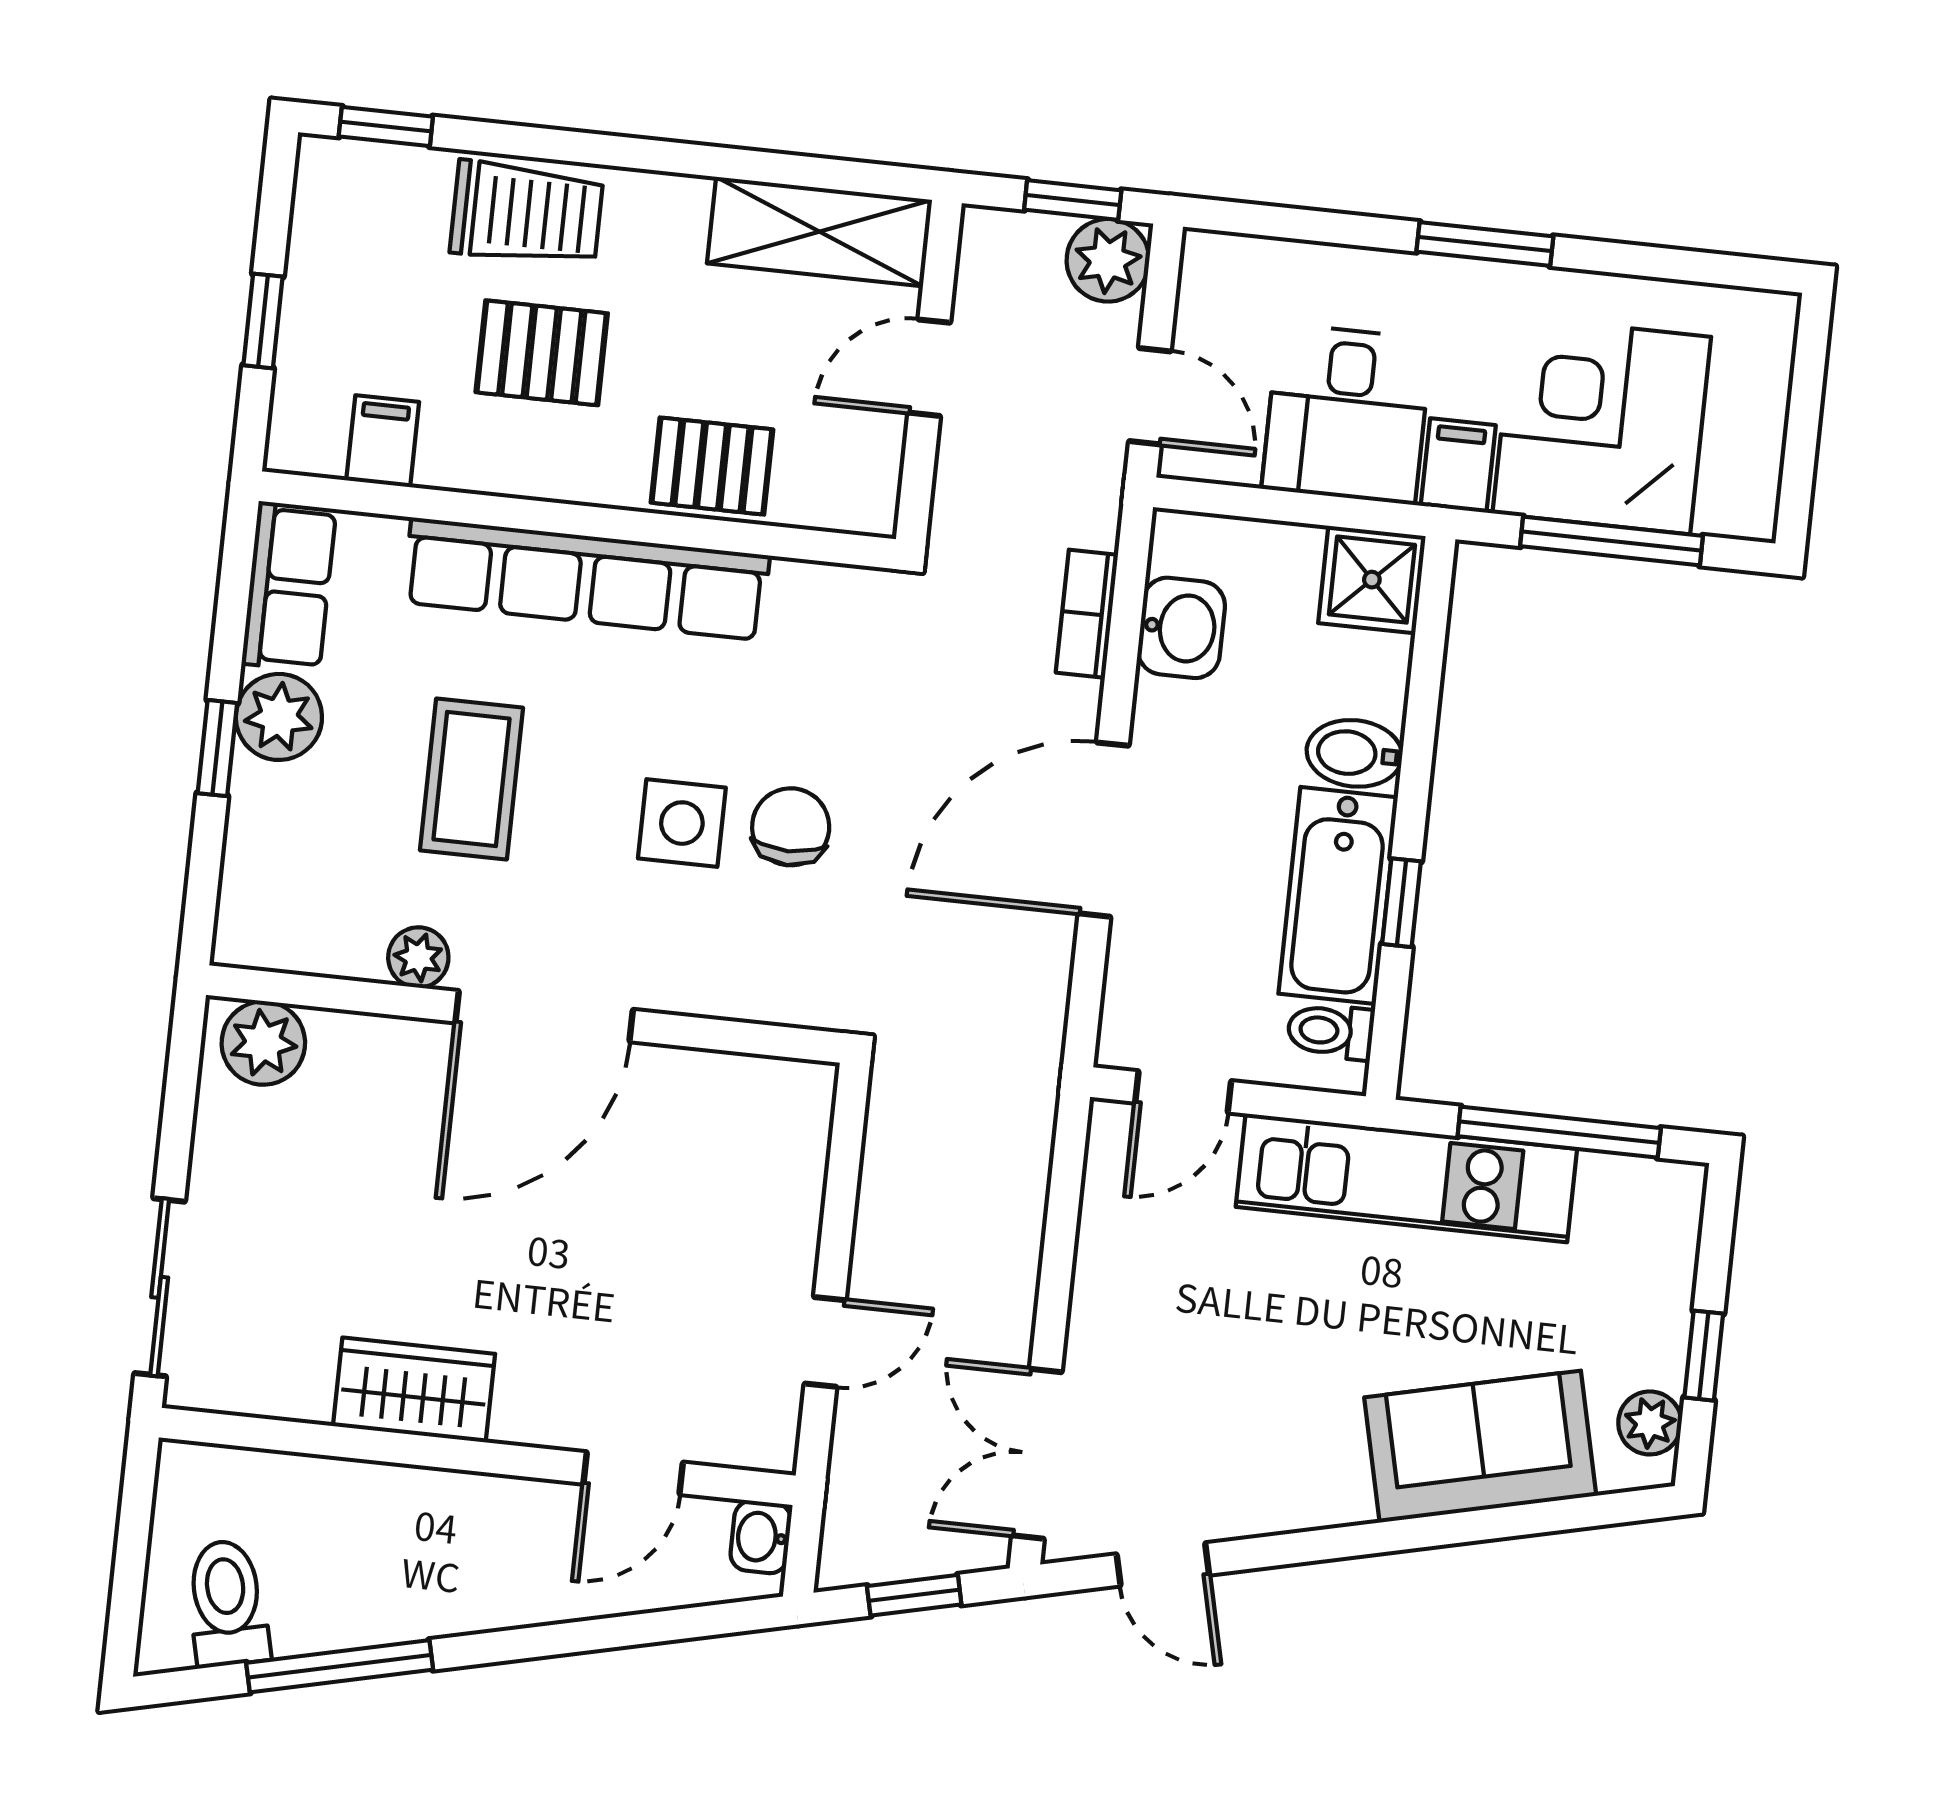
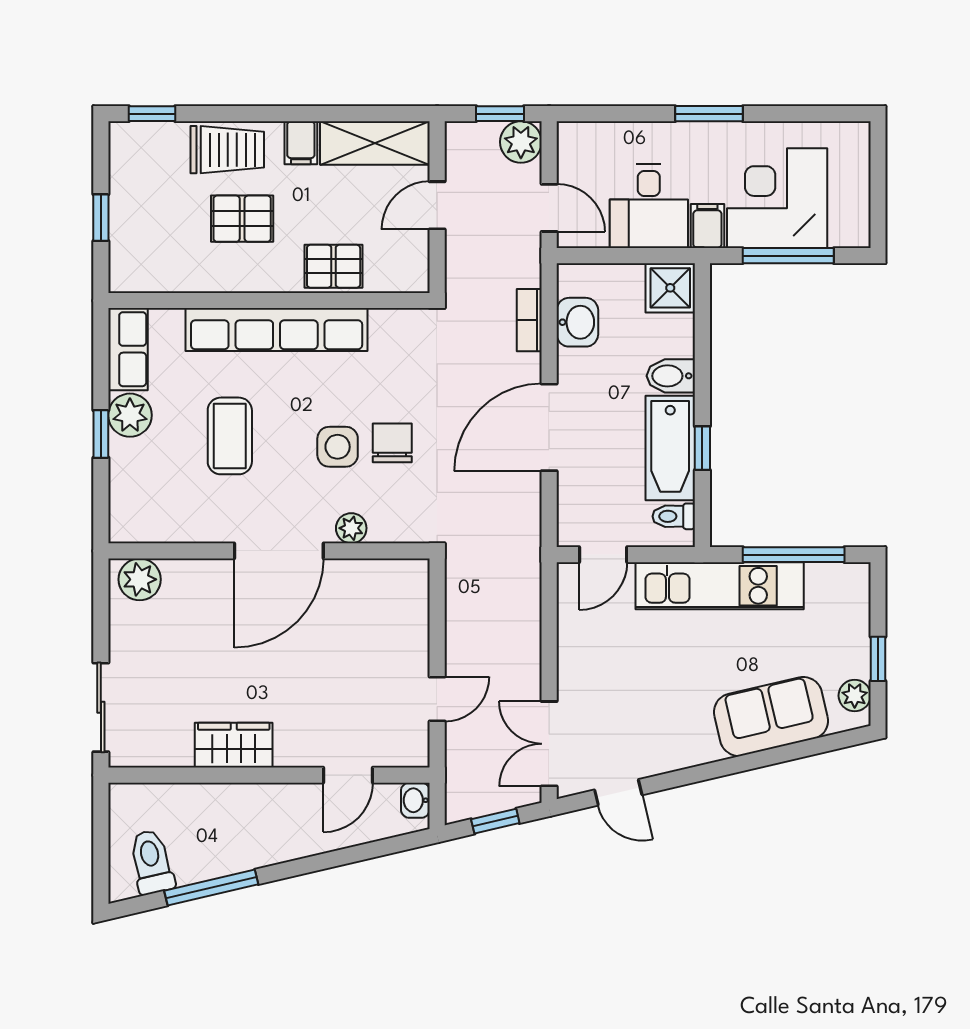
filing cabinet: (383, 441) -> (301, 143), moved, turned 180
plant: (418, 957) -> (351, 528), moved

